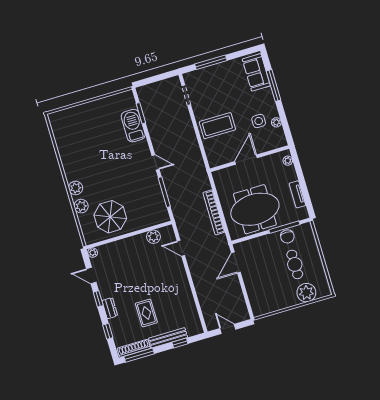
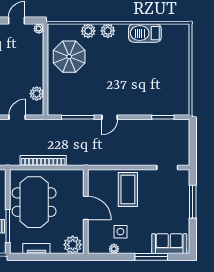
barbecue: (133, 126) -> (145, 33), moved, turned 180
plant: (288, 161) -> (73, 245), width x1.87, depth x1.87

